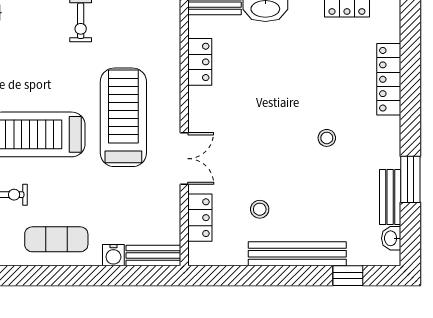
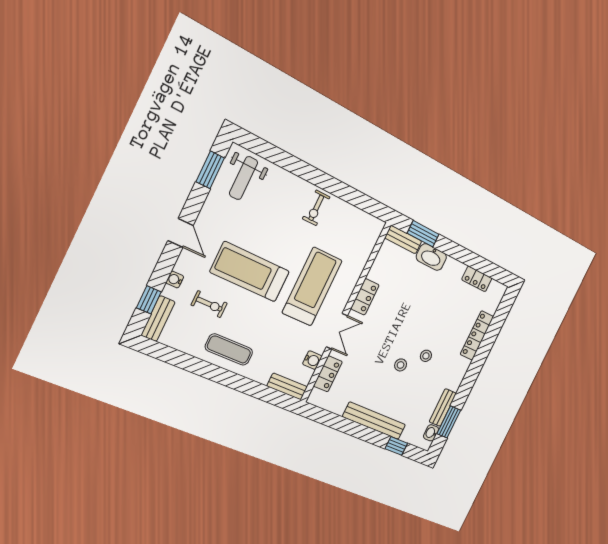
locker: (200, 62) -> (365, 297), moved
window: (410, 179) -> (449, 422), moved
stool: (260, 209) -> (401, 365), moved
water cooler: (113, 255) -> (312, 360), moved, turned -90

